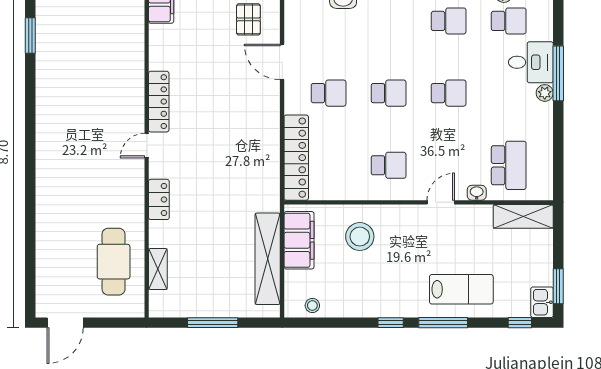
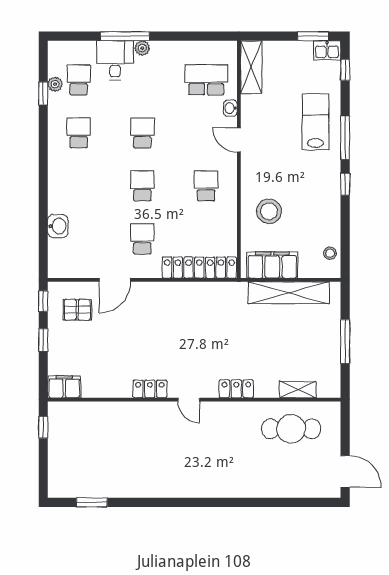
locker: (159, 102) -> (150, 389), width x0.66

